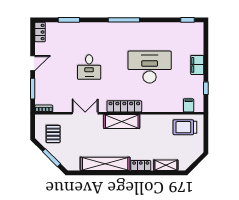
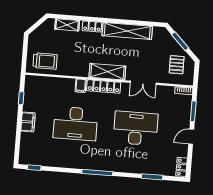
desk: (89, 67) -> (136, 128), width x1.87, depth x1.30
filing cabinet: (189, 105) -> (81, 86), moved

